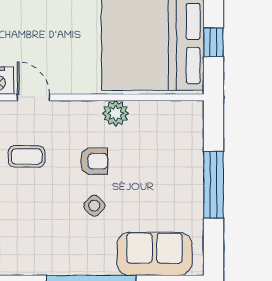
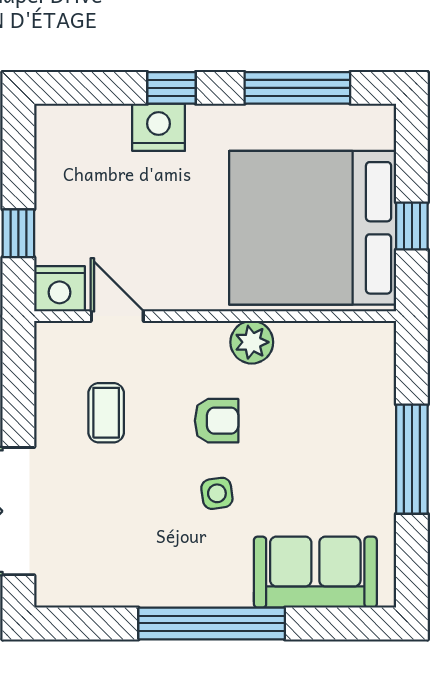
coffee table: (27, 156) -> (106, 413), turned 90
side table: (94, 206) -> (217, 493), turned 37

